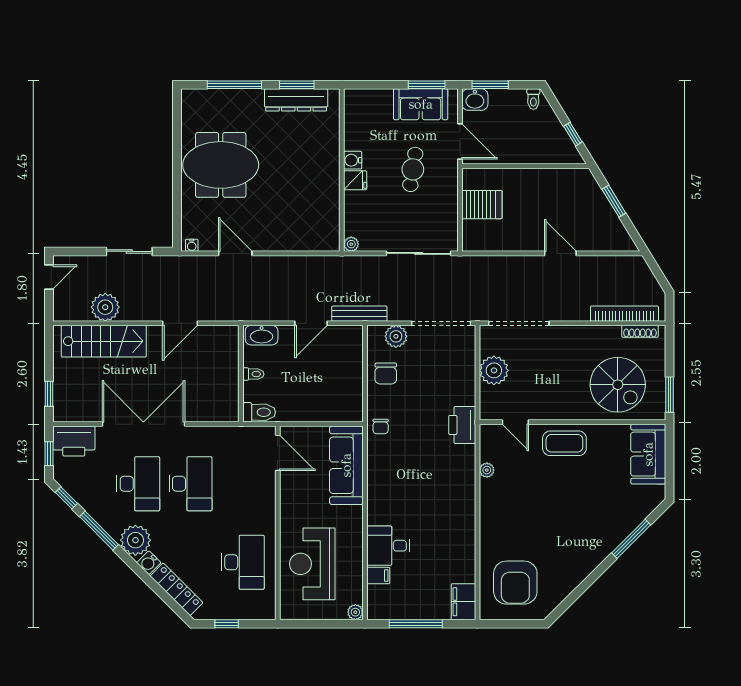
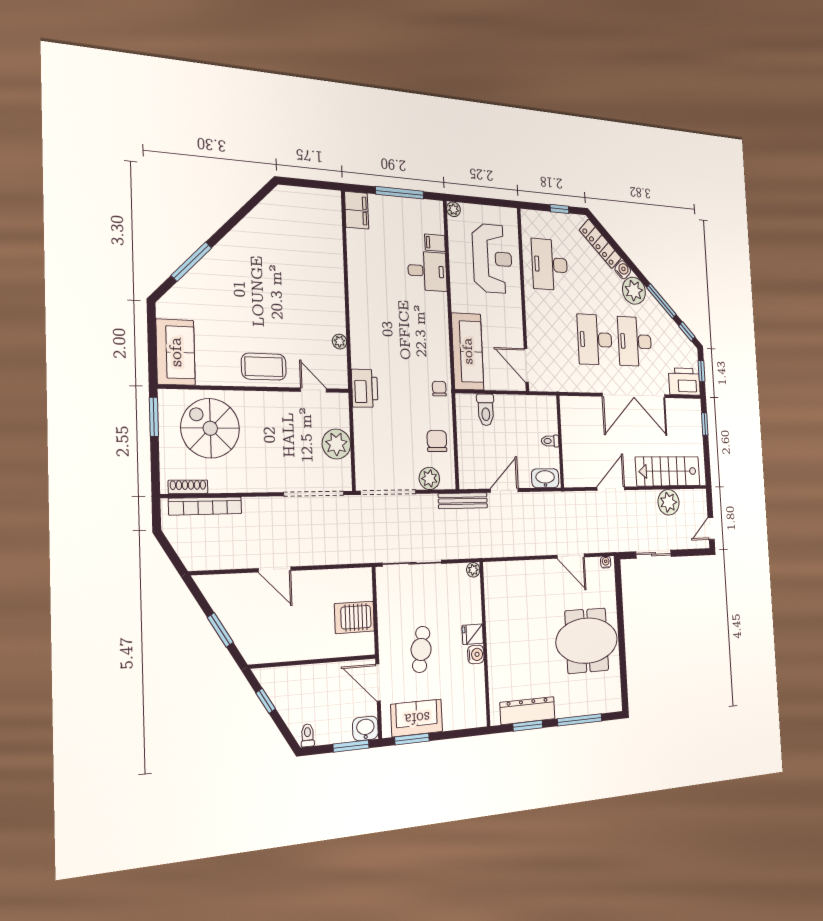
toilet: (259, 412) -> (486, 410), moved, turned -90
armchair: (515, 583) -> (308, 225), removed

